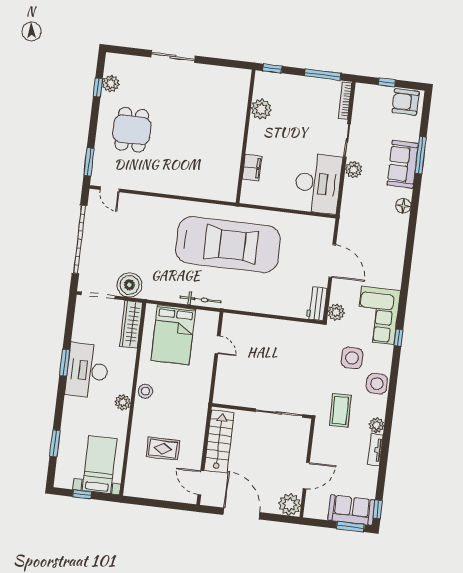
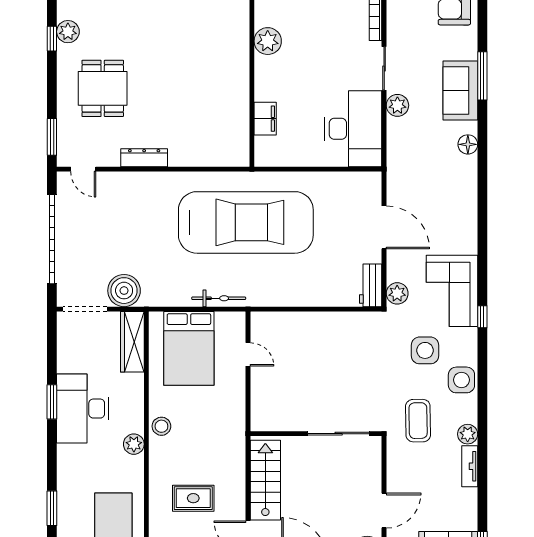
dresser: (157, 186) -> (144, 158), added

